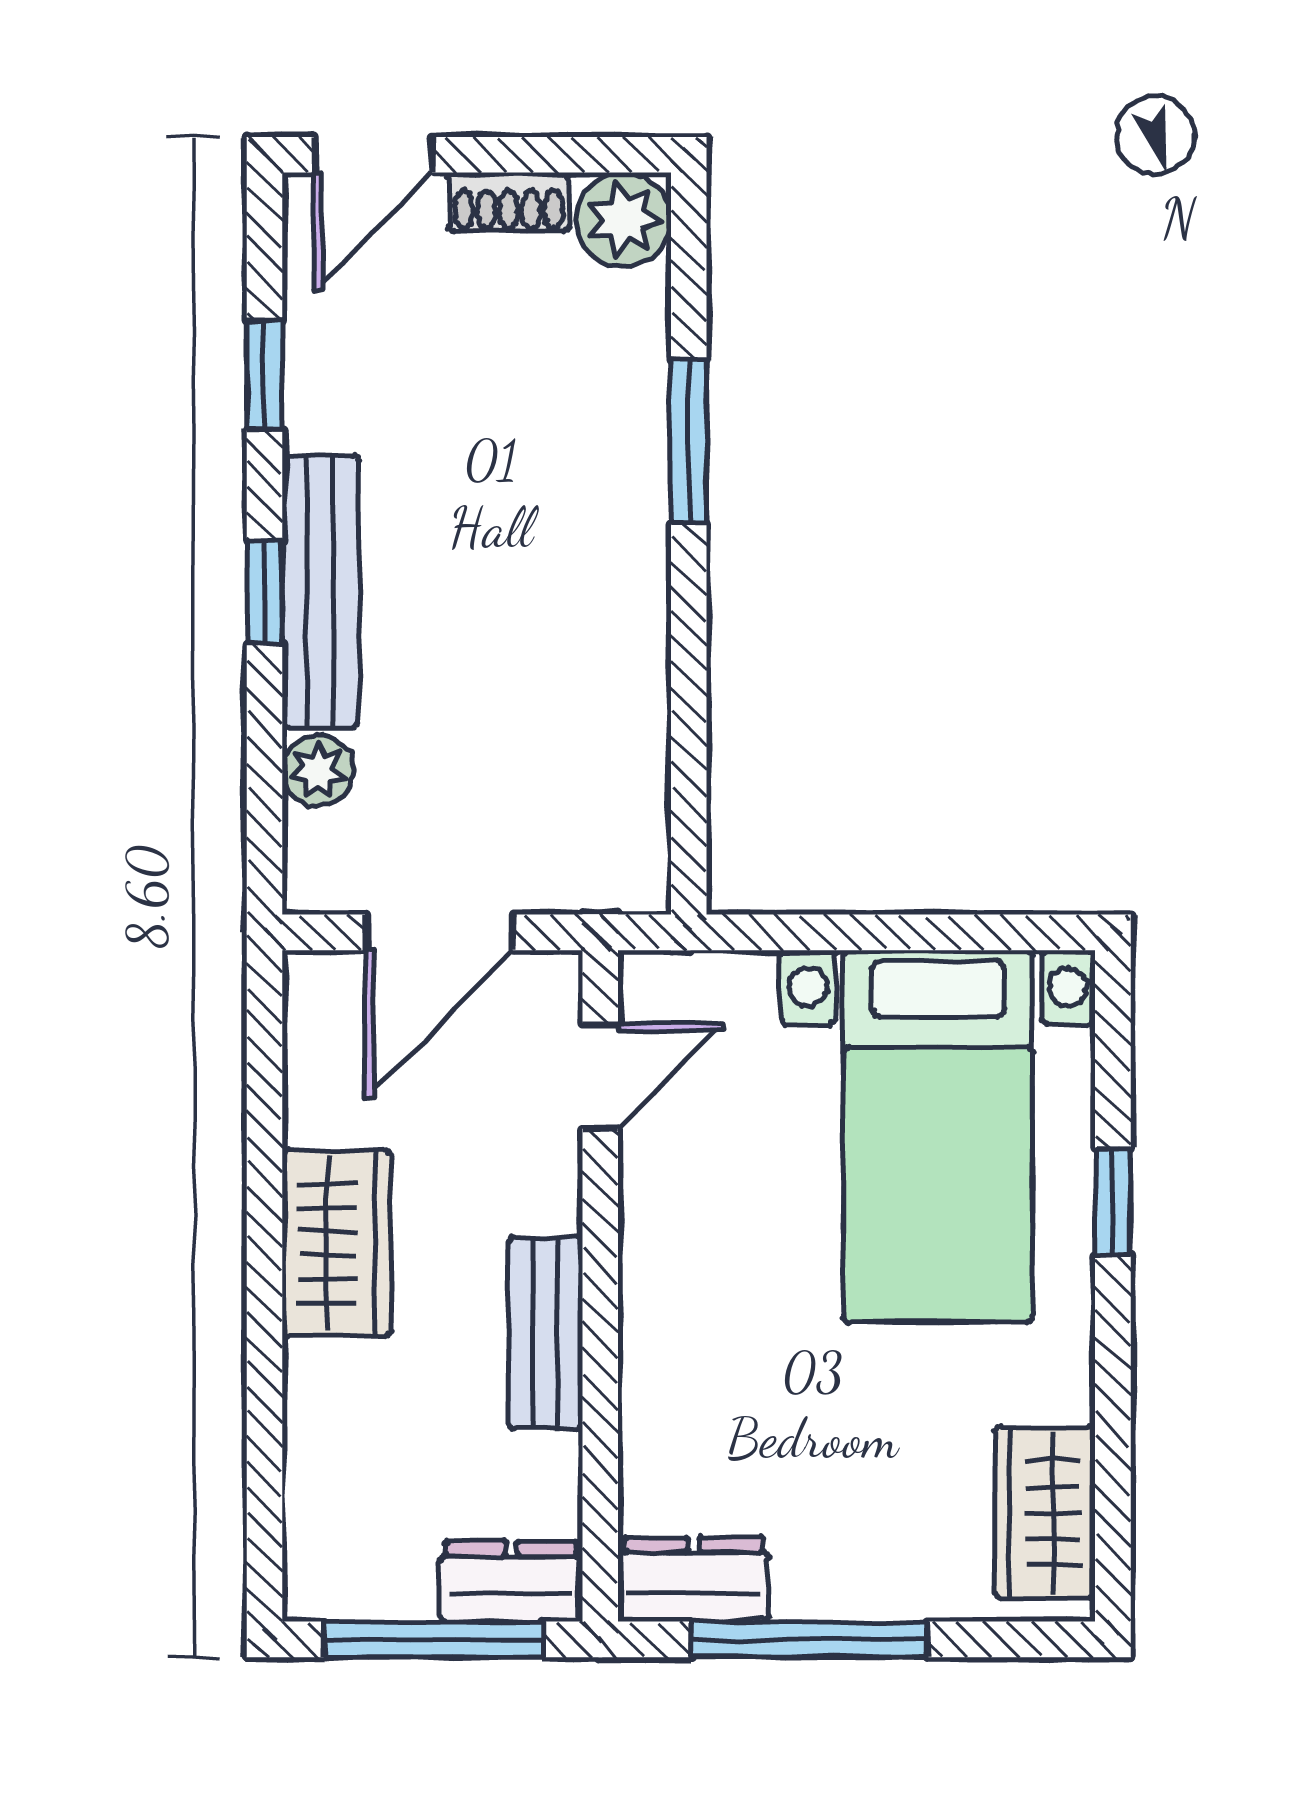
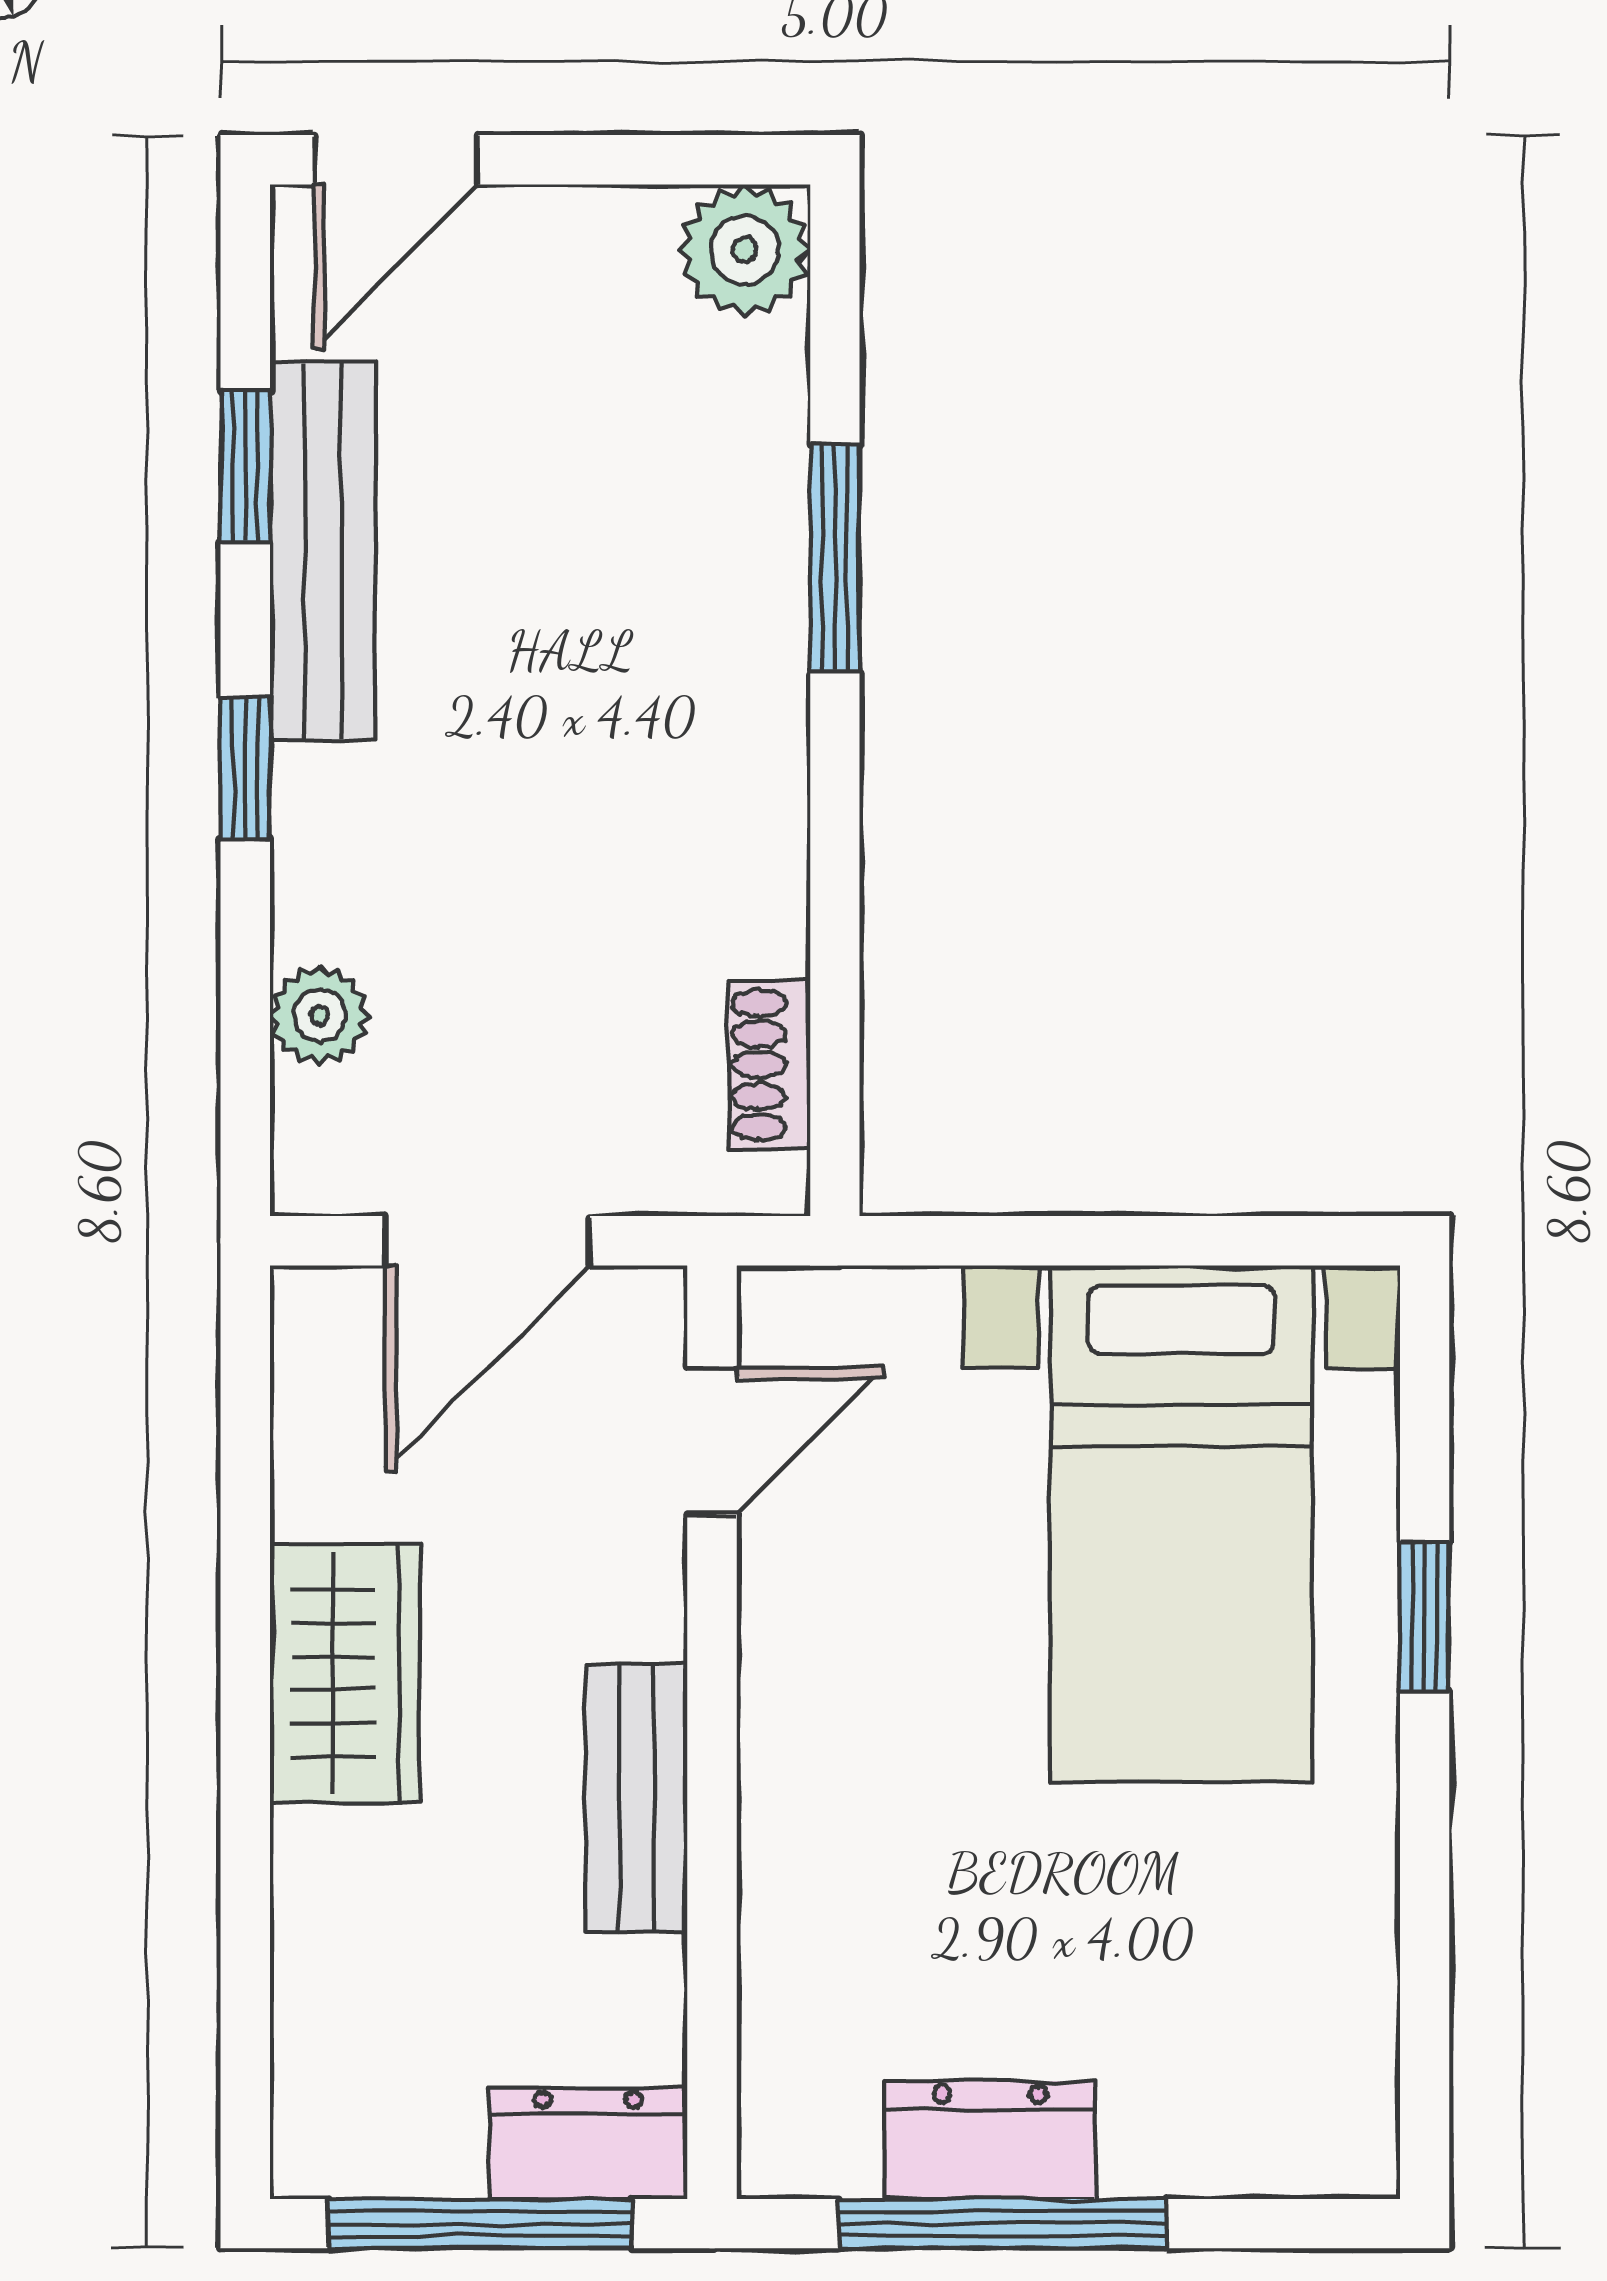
shoe rack: (509, 202) -> (769, 1065), moved, turned 90
bench: (320, 591) -> (323, 551), moved
wardrobe: (1045, 1513) -> (1331, 2048), removed
dresser: (693, 1579) -> (990, 2140), moved

